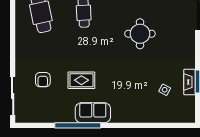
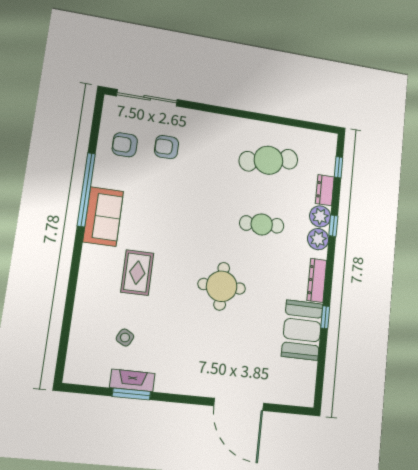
round table: (140, 34) -> (222, 286), moved
rug: (81, 80) -> (137, 273), moved
armchair: (46, 106) -> (125, 145), added

